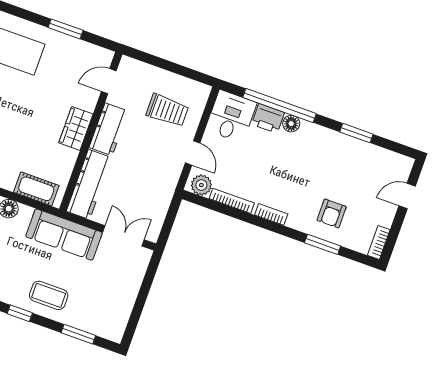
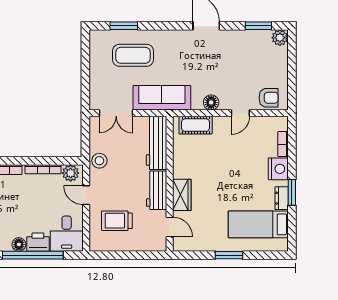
window: (66, 29) -> (229, 255), moved
door: (109, 81) -> (170, 227), hinge flipped
wardrobe: (76, 128) -> (182, 195), moved
stool: (163, 187) -> (99, 161), added
coffee table: (49, 295) -> (133, 55), moved, width x1.36, depth x1.32
window: (20, 313) -> (174, 26), removed

